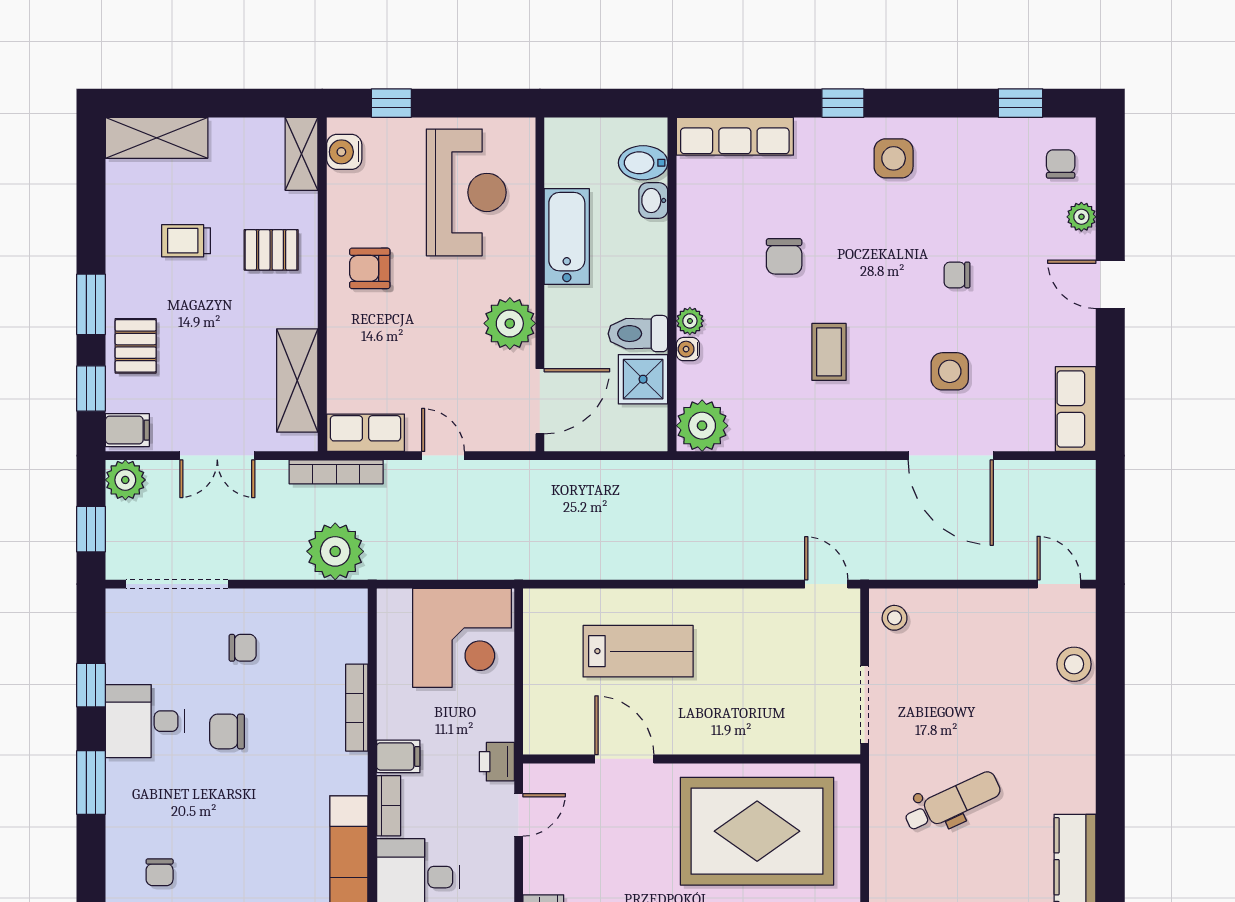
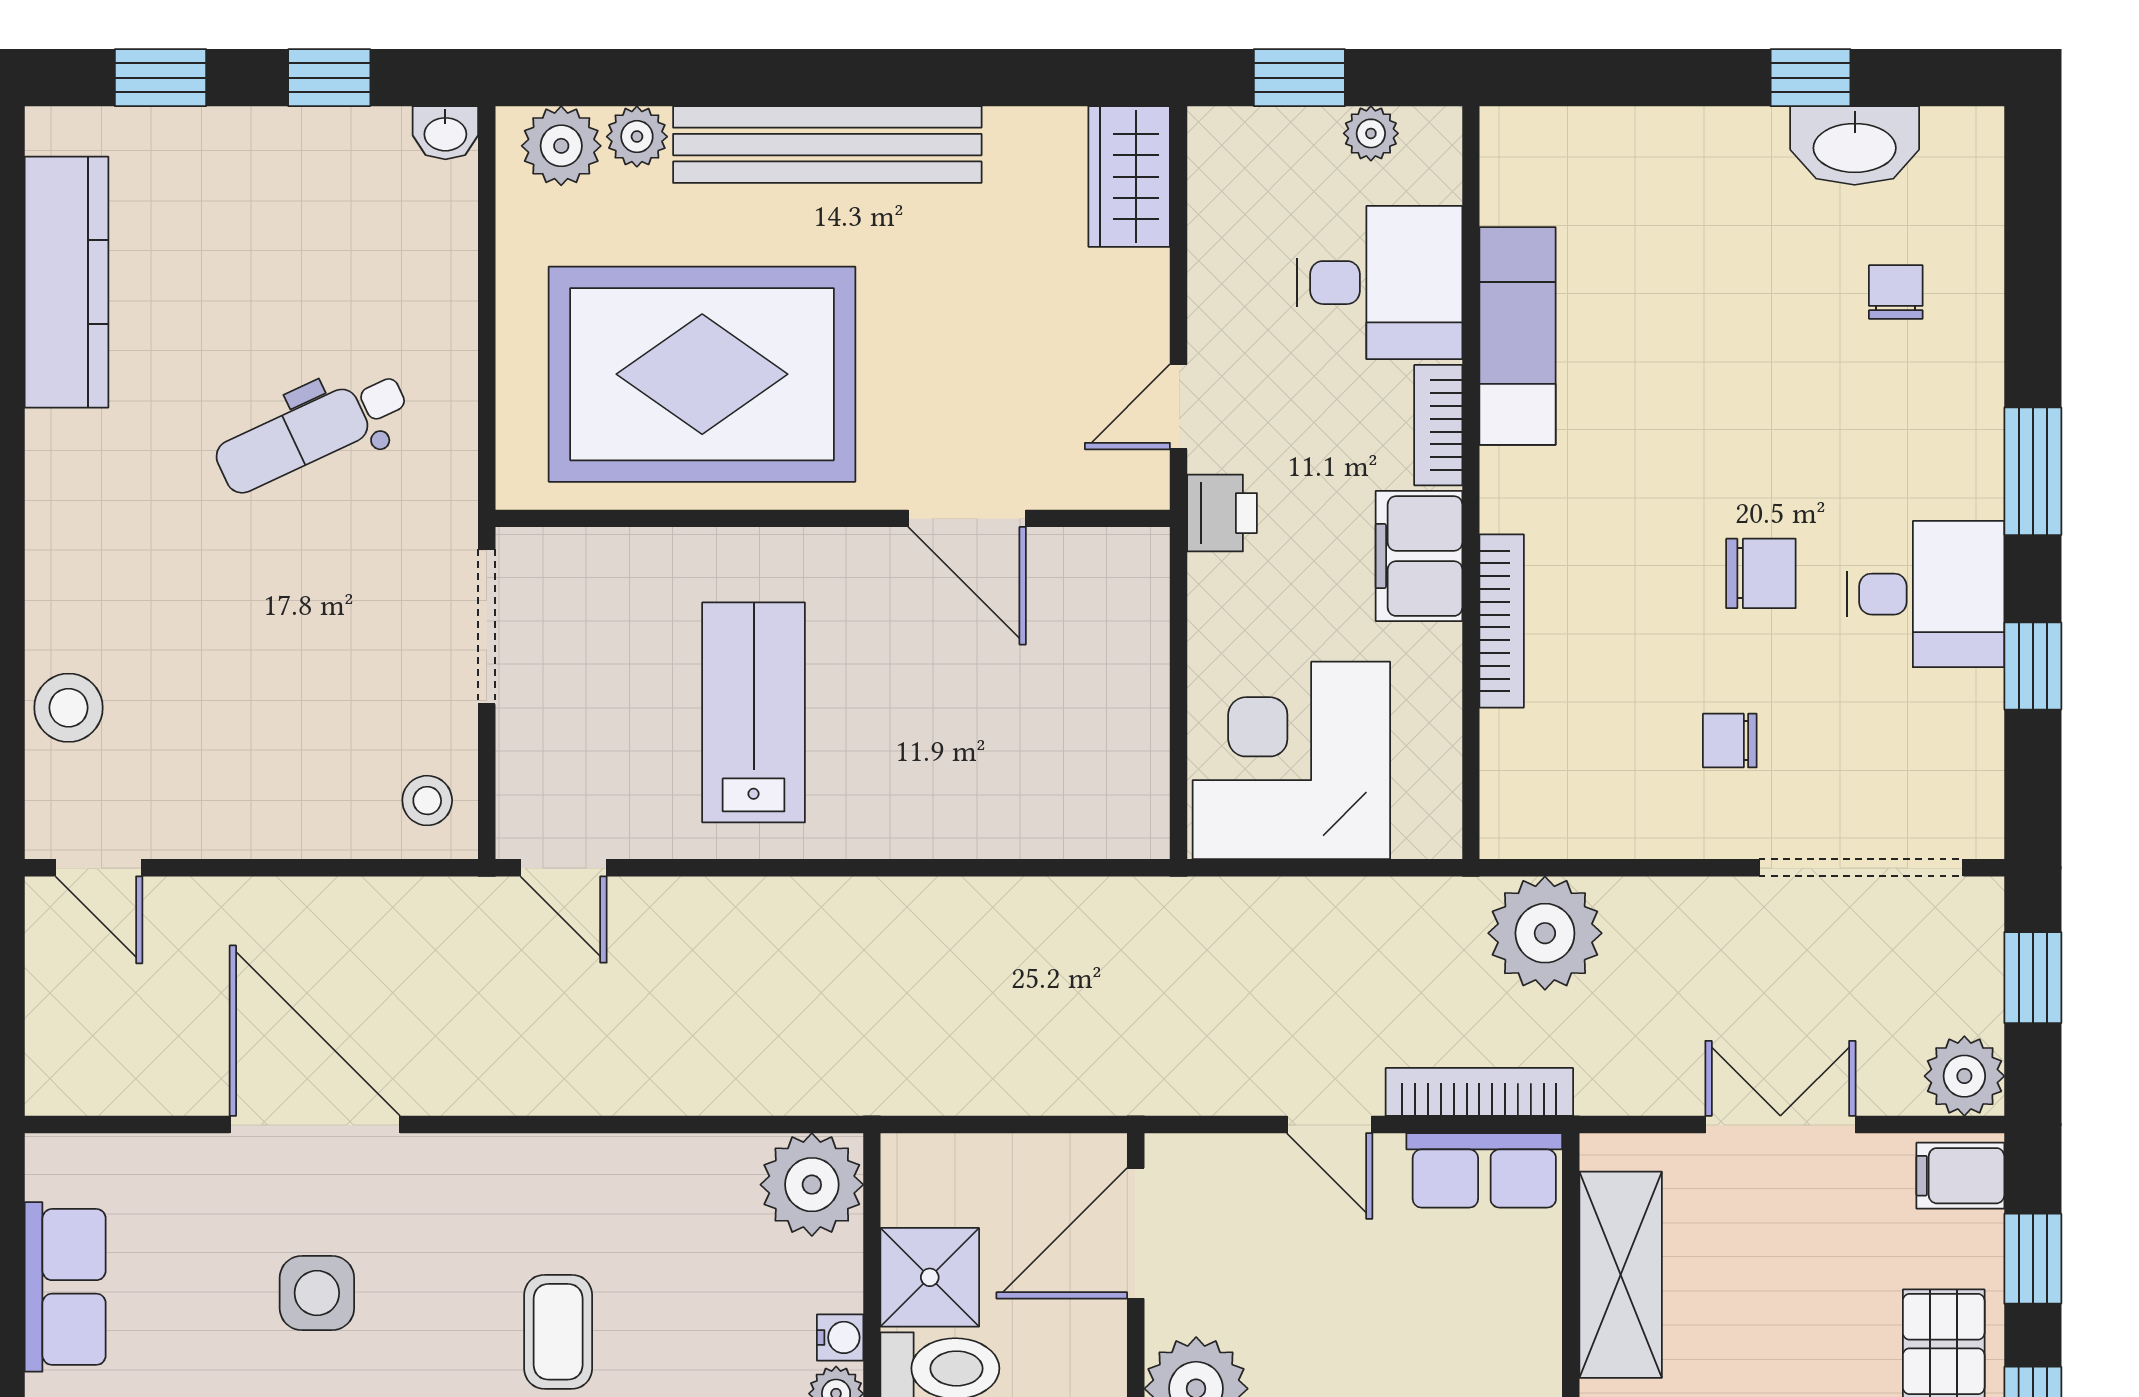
row of seats: (1076, 409) -> (65, 1287), moved
bookcase: (336, 472) -> (1479, 1092), moved
lab bench: (638, 651) -> (754, 712), moved, turned 90
filing cabinet: (398, 756) -> (1419, 556), width x2.00

